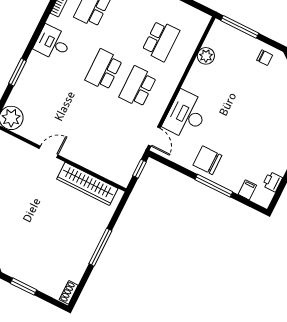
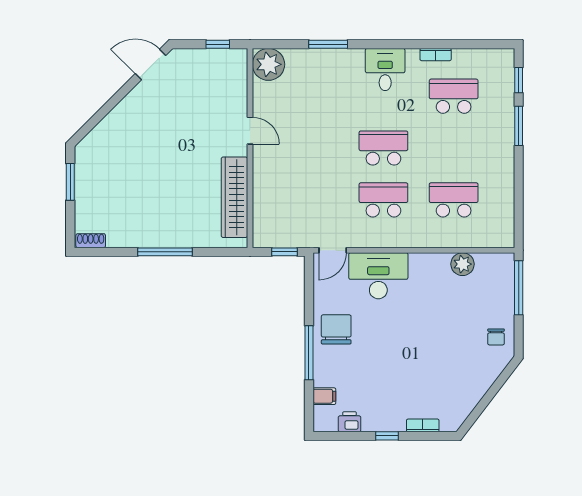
school desk: (161, 41) -> (454, 200), turned 180

